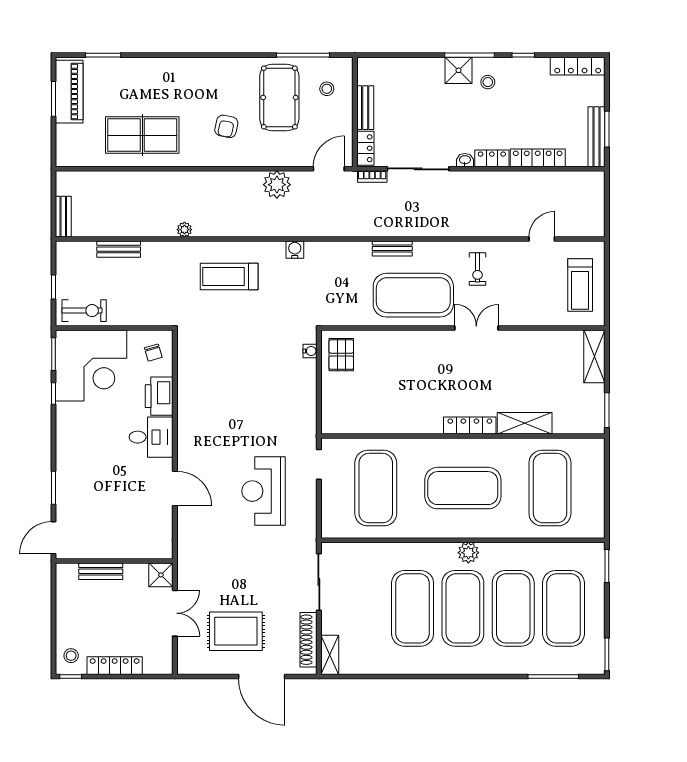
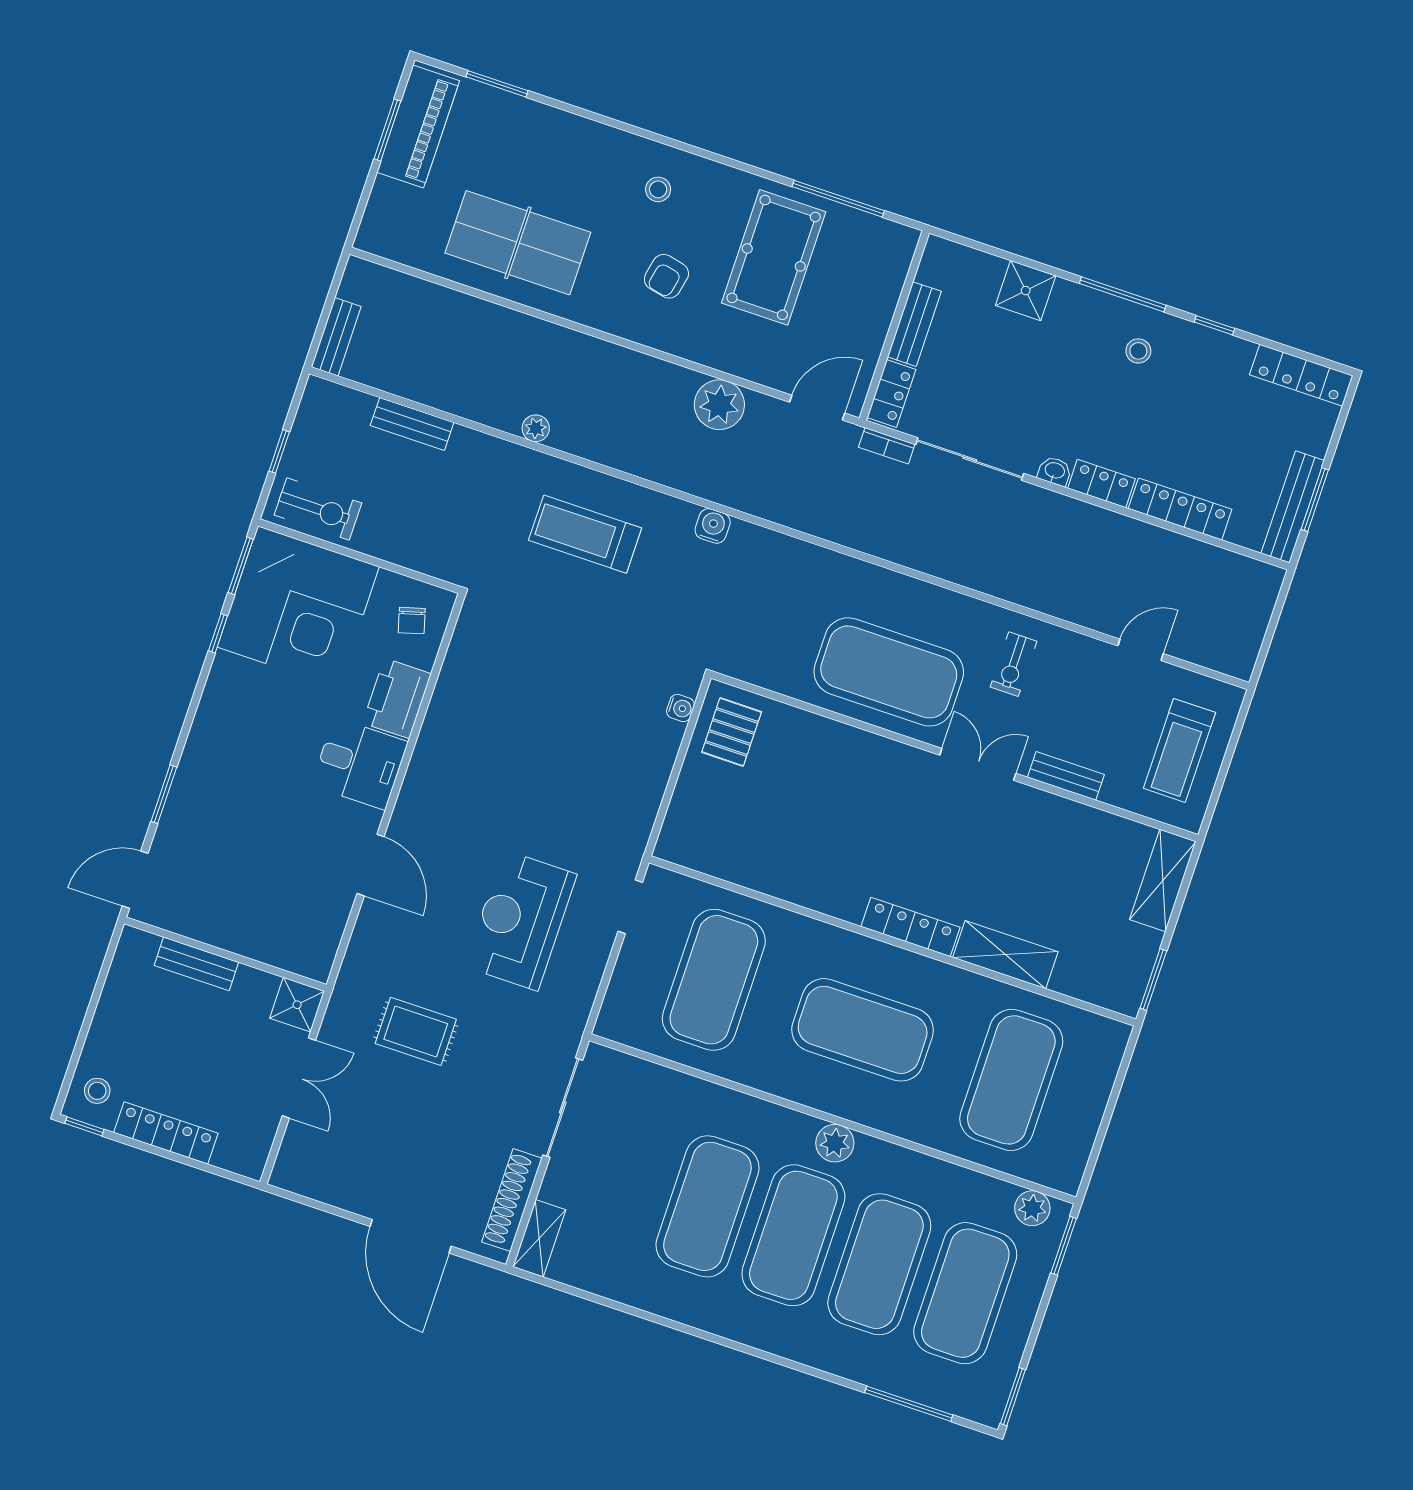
shower: (459, 70) -> (1026, 291), moved
stool: (327, 89) -> (658, 189), moved
bench: (392, 248) -> (1066, 776), moved
plant: (584, 552) -> (1032, 1208), added
rug: (236, 631) -> (416, 1031), moved, width x0.73, depth x0.70

